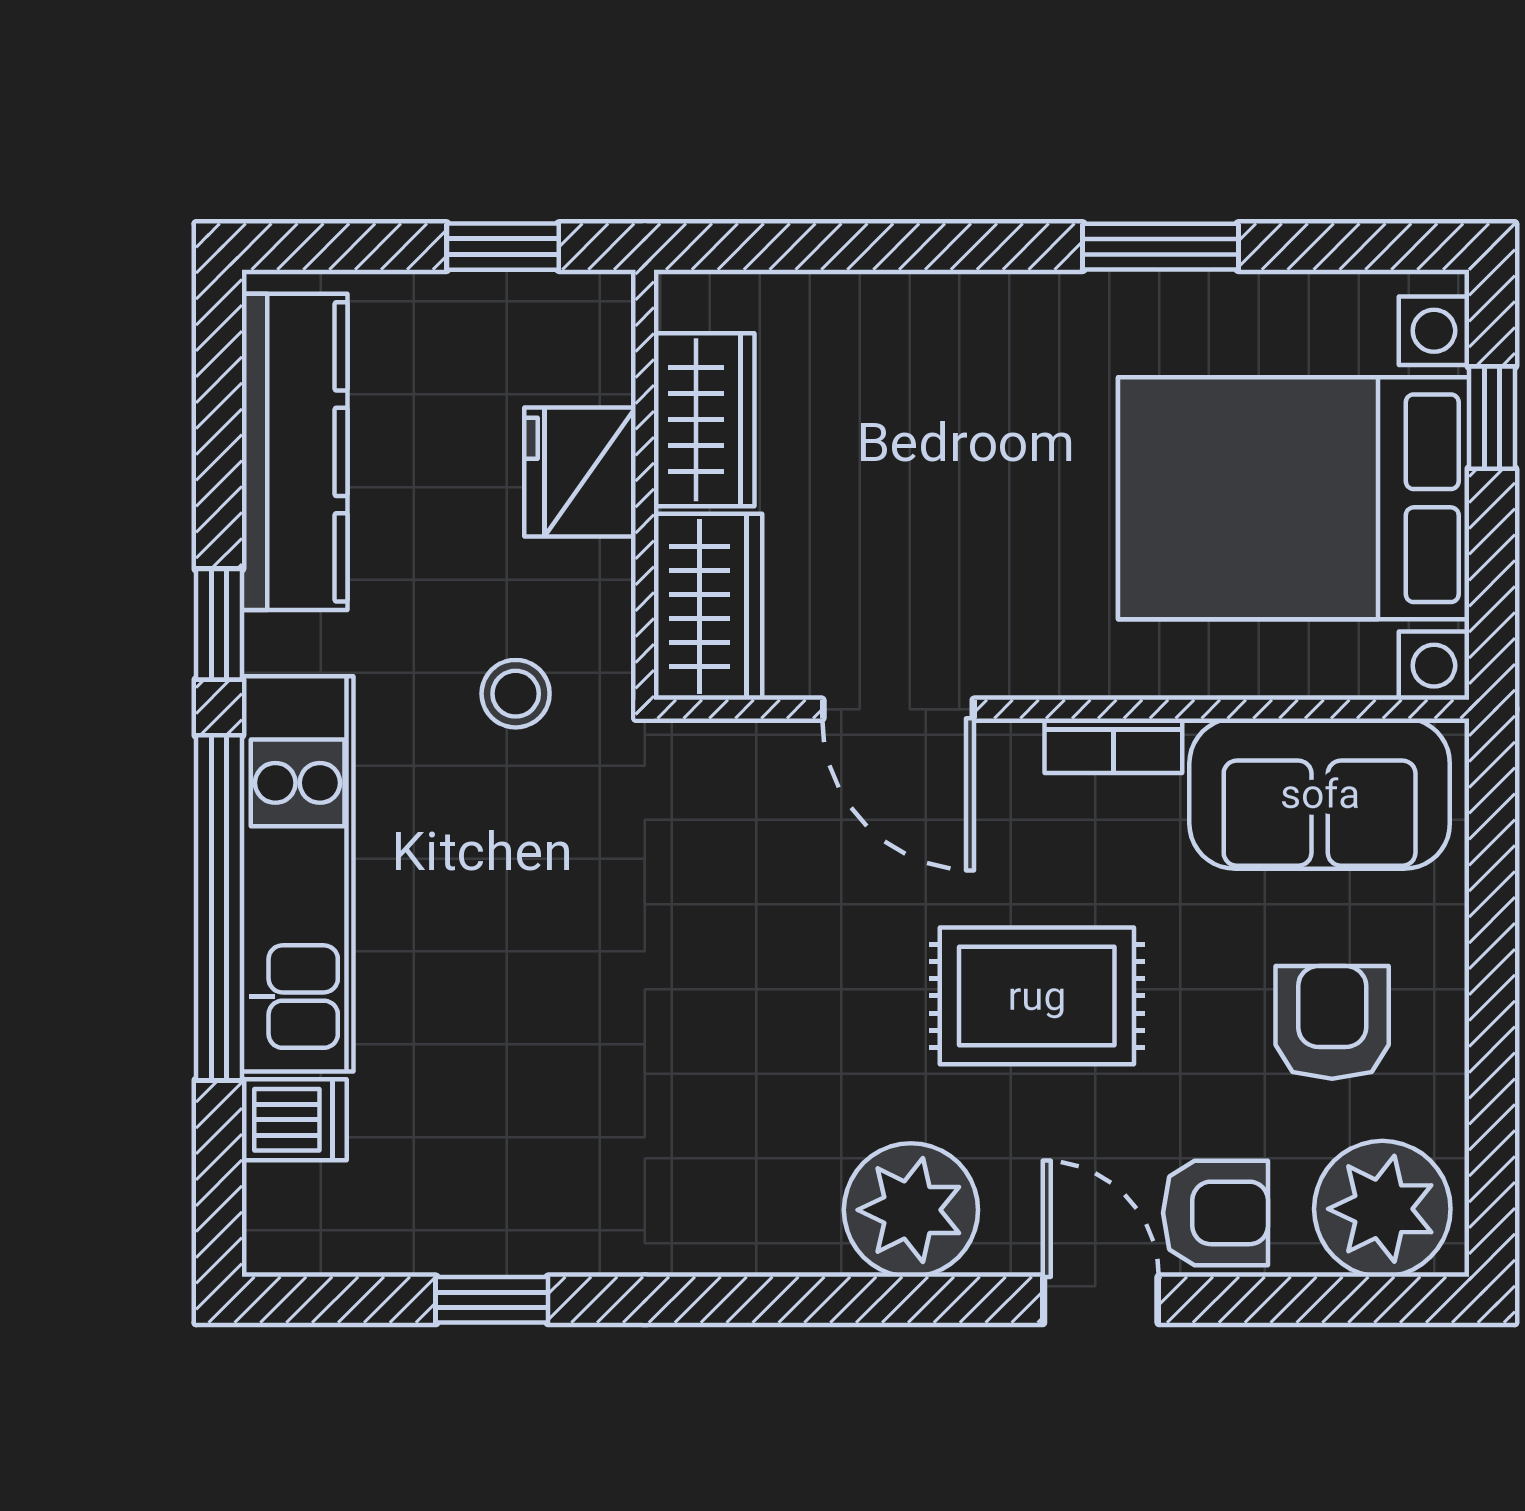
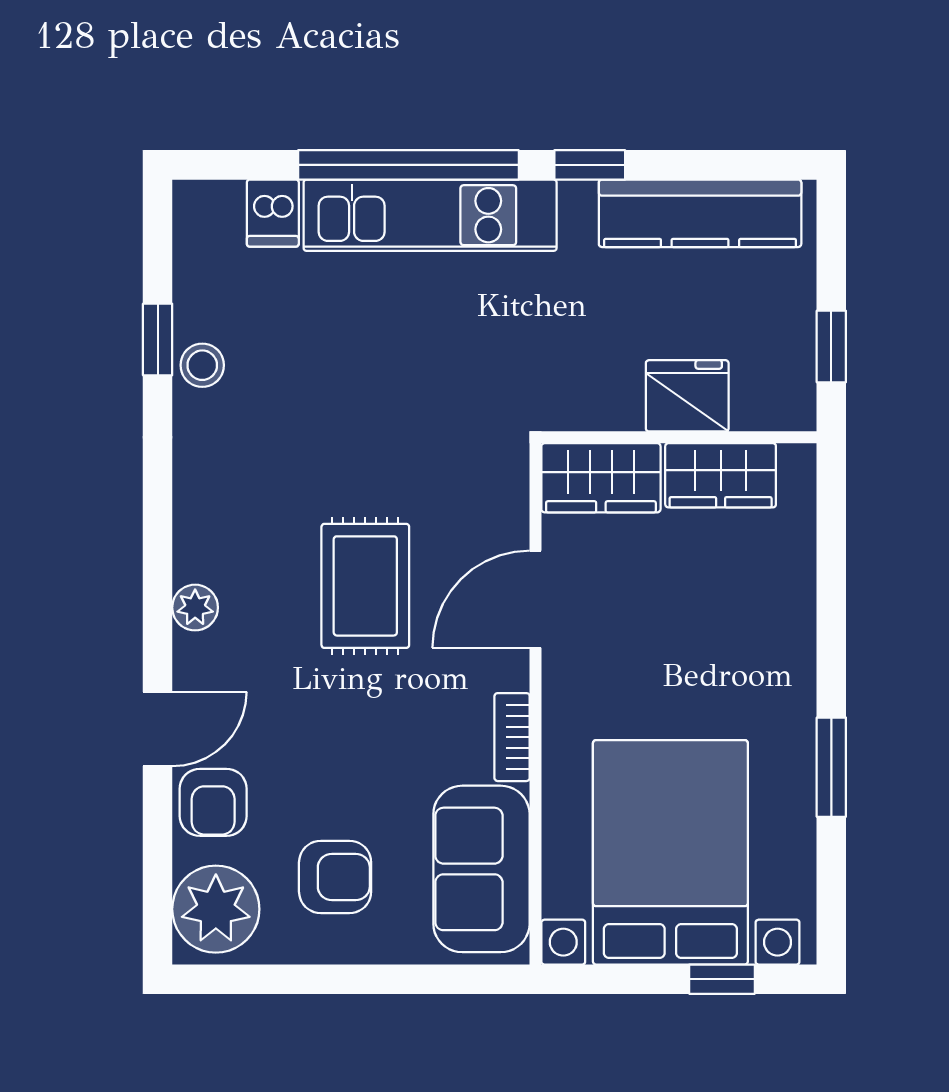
stool: (516, 694) -> (202, 365), moved
rug: (1037, 996) -> (365, 586), moved
plant: (911, 1210) -> (195, 608), width x0.53, depth x0.53

